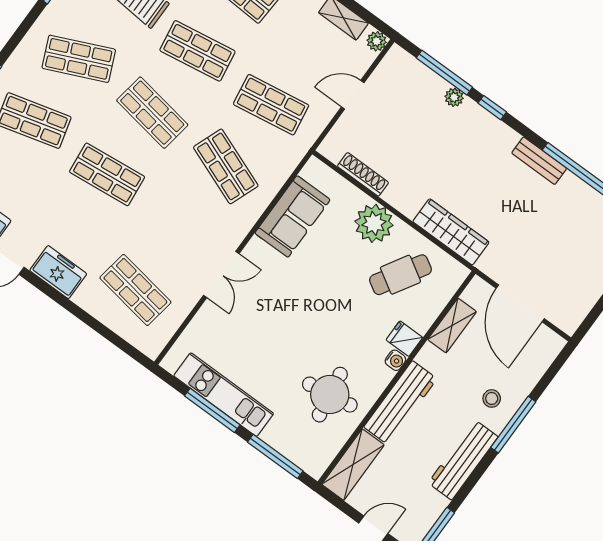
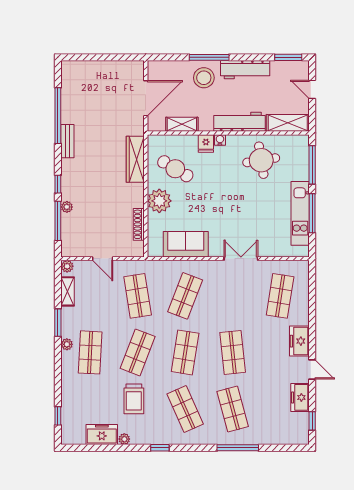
shop shelf: (197, 51) -> (138, 352), turned 30
stool: (492, 398) -> (204, 78), width x1.89, depth x1.89

